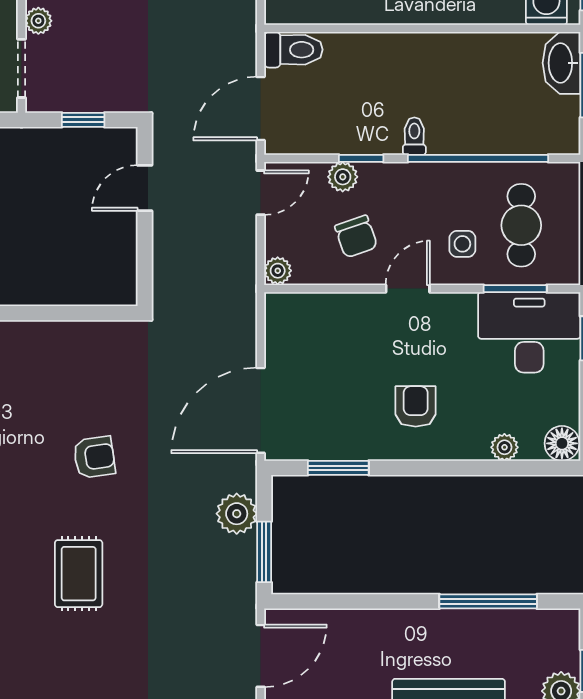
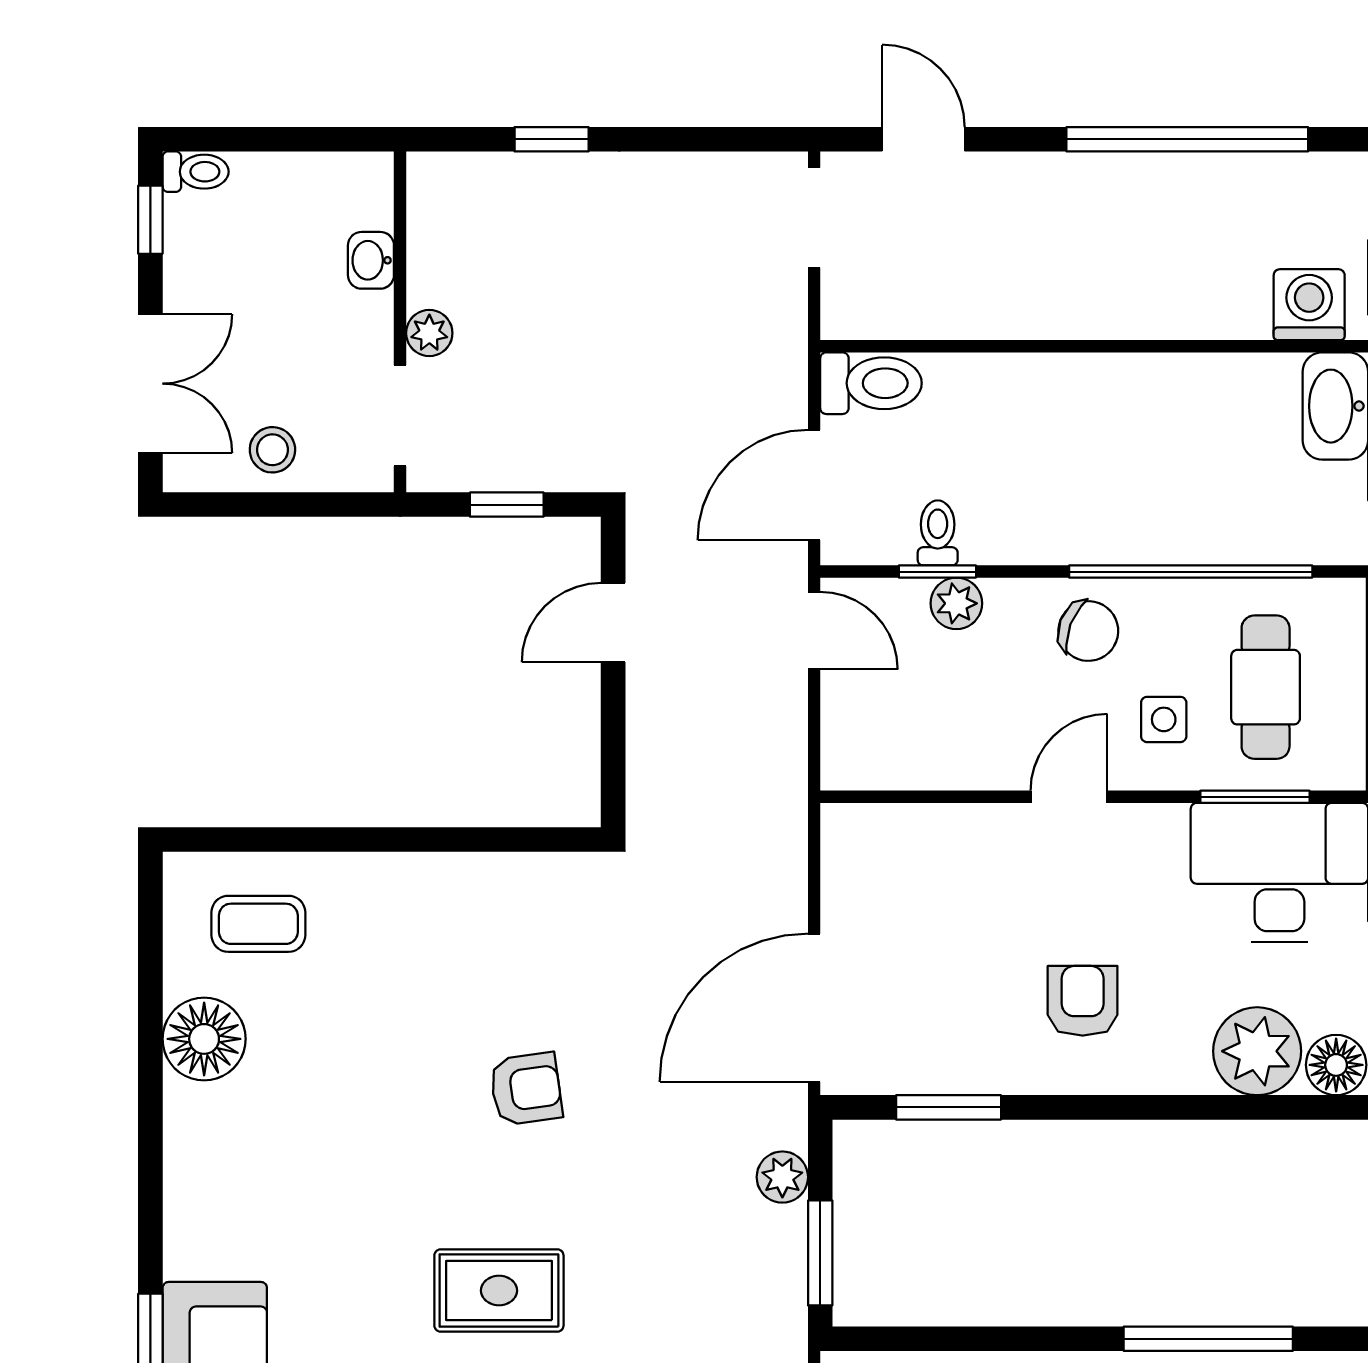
toilet: (414, 136) -> (938, 533), moved
window: (361, 158) -> (937, 572), moved
door: (261, 193) -> (814, 631), hinge flipped
chair: (356, 237) -> (1088, 631), moved, turned -50
plant: (278, 271) -> (844, 766), removed
plant: (504, 447) -> (1257, 1051), width x1.88, depth x1.88
plant: (237, 514) -> (782, 1177), width x0.73, depth x0.73
rug: (79, 574) -> (499, 1291), turned 90

